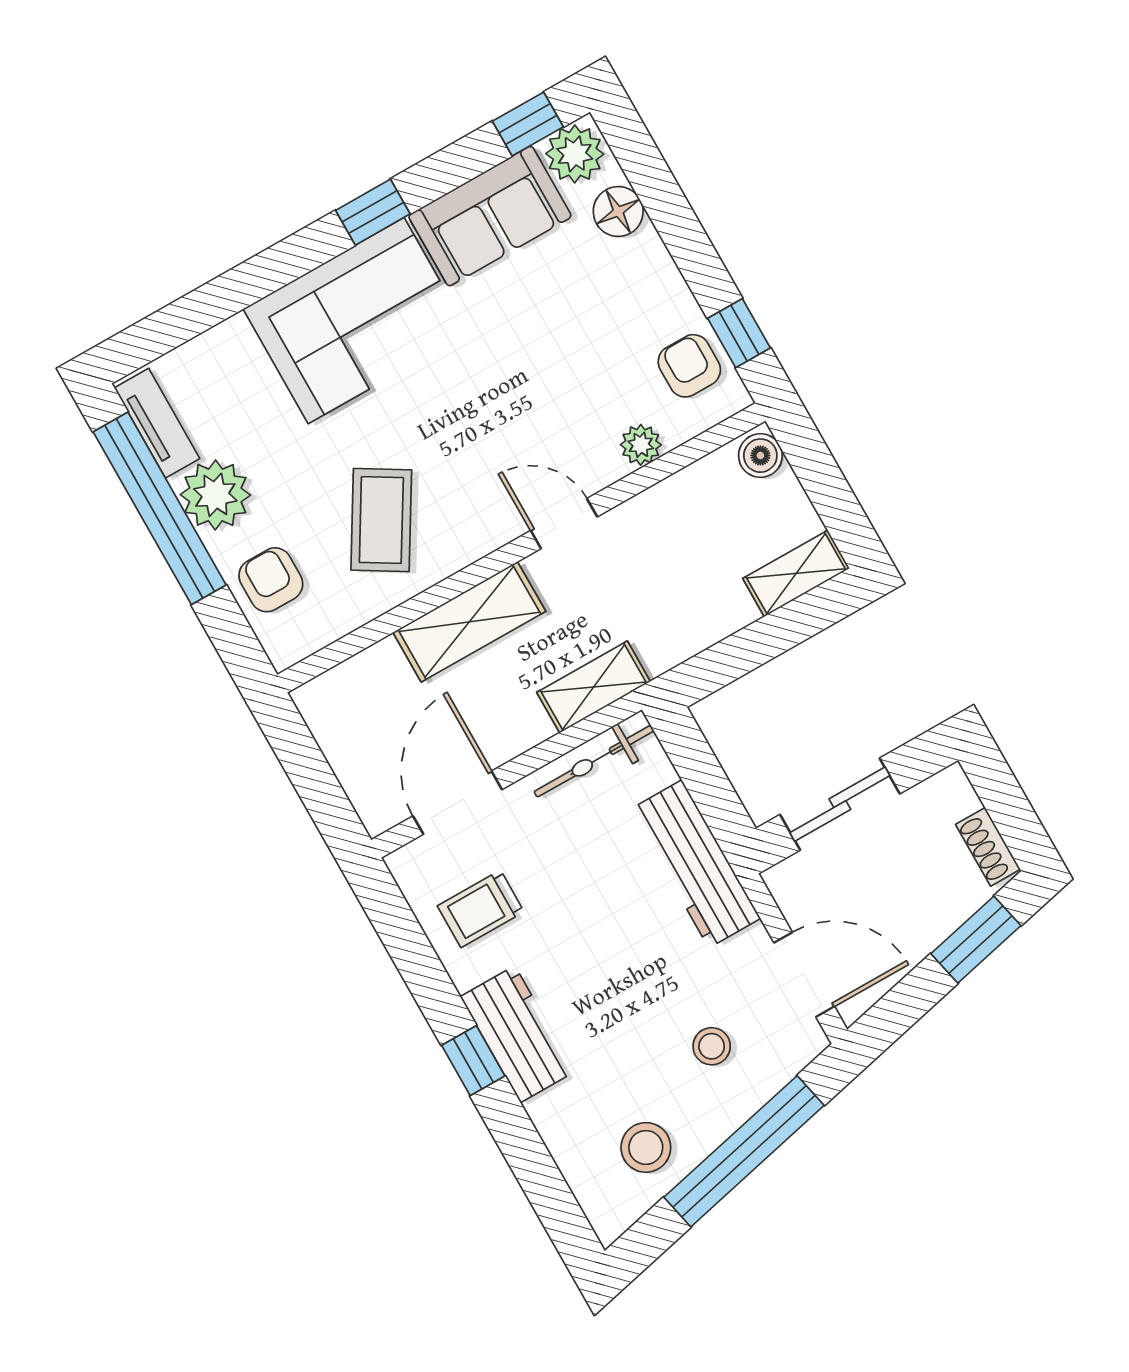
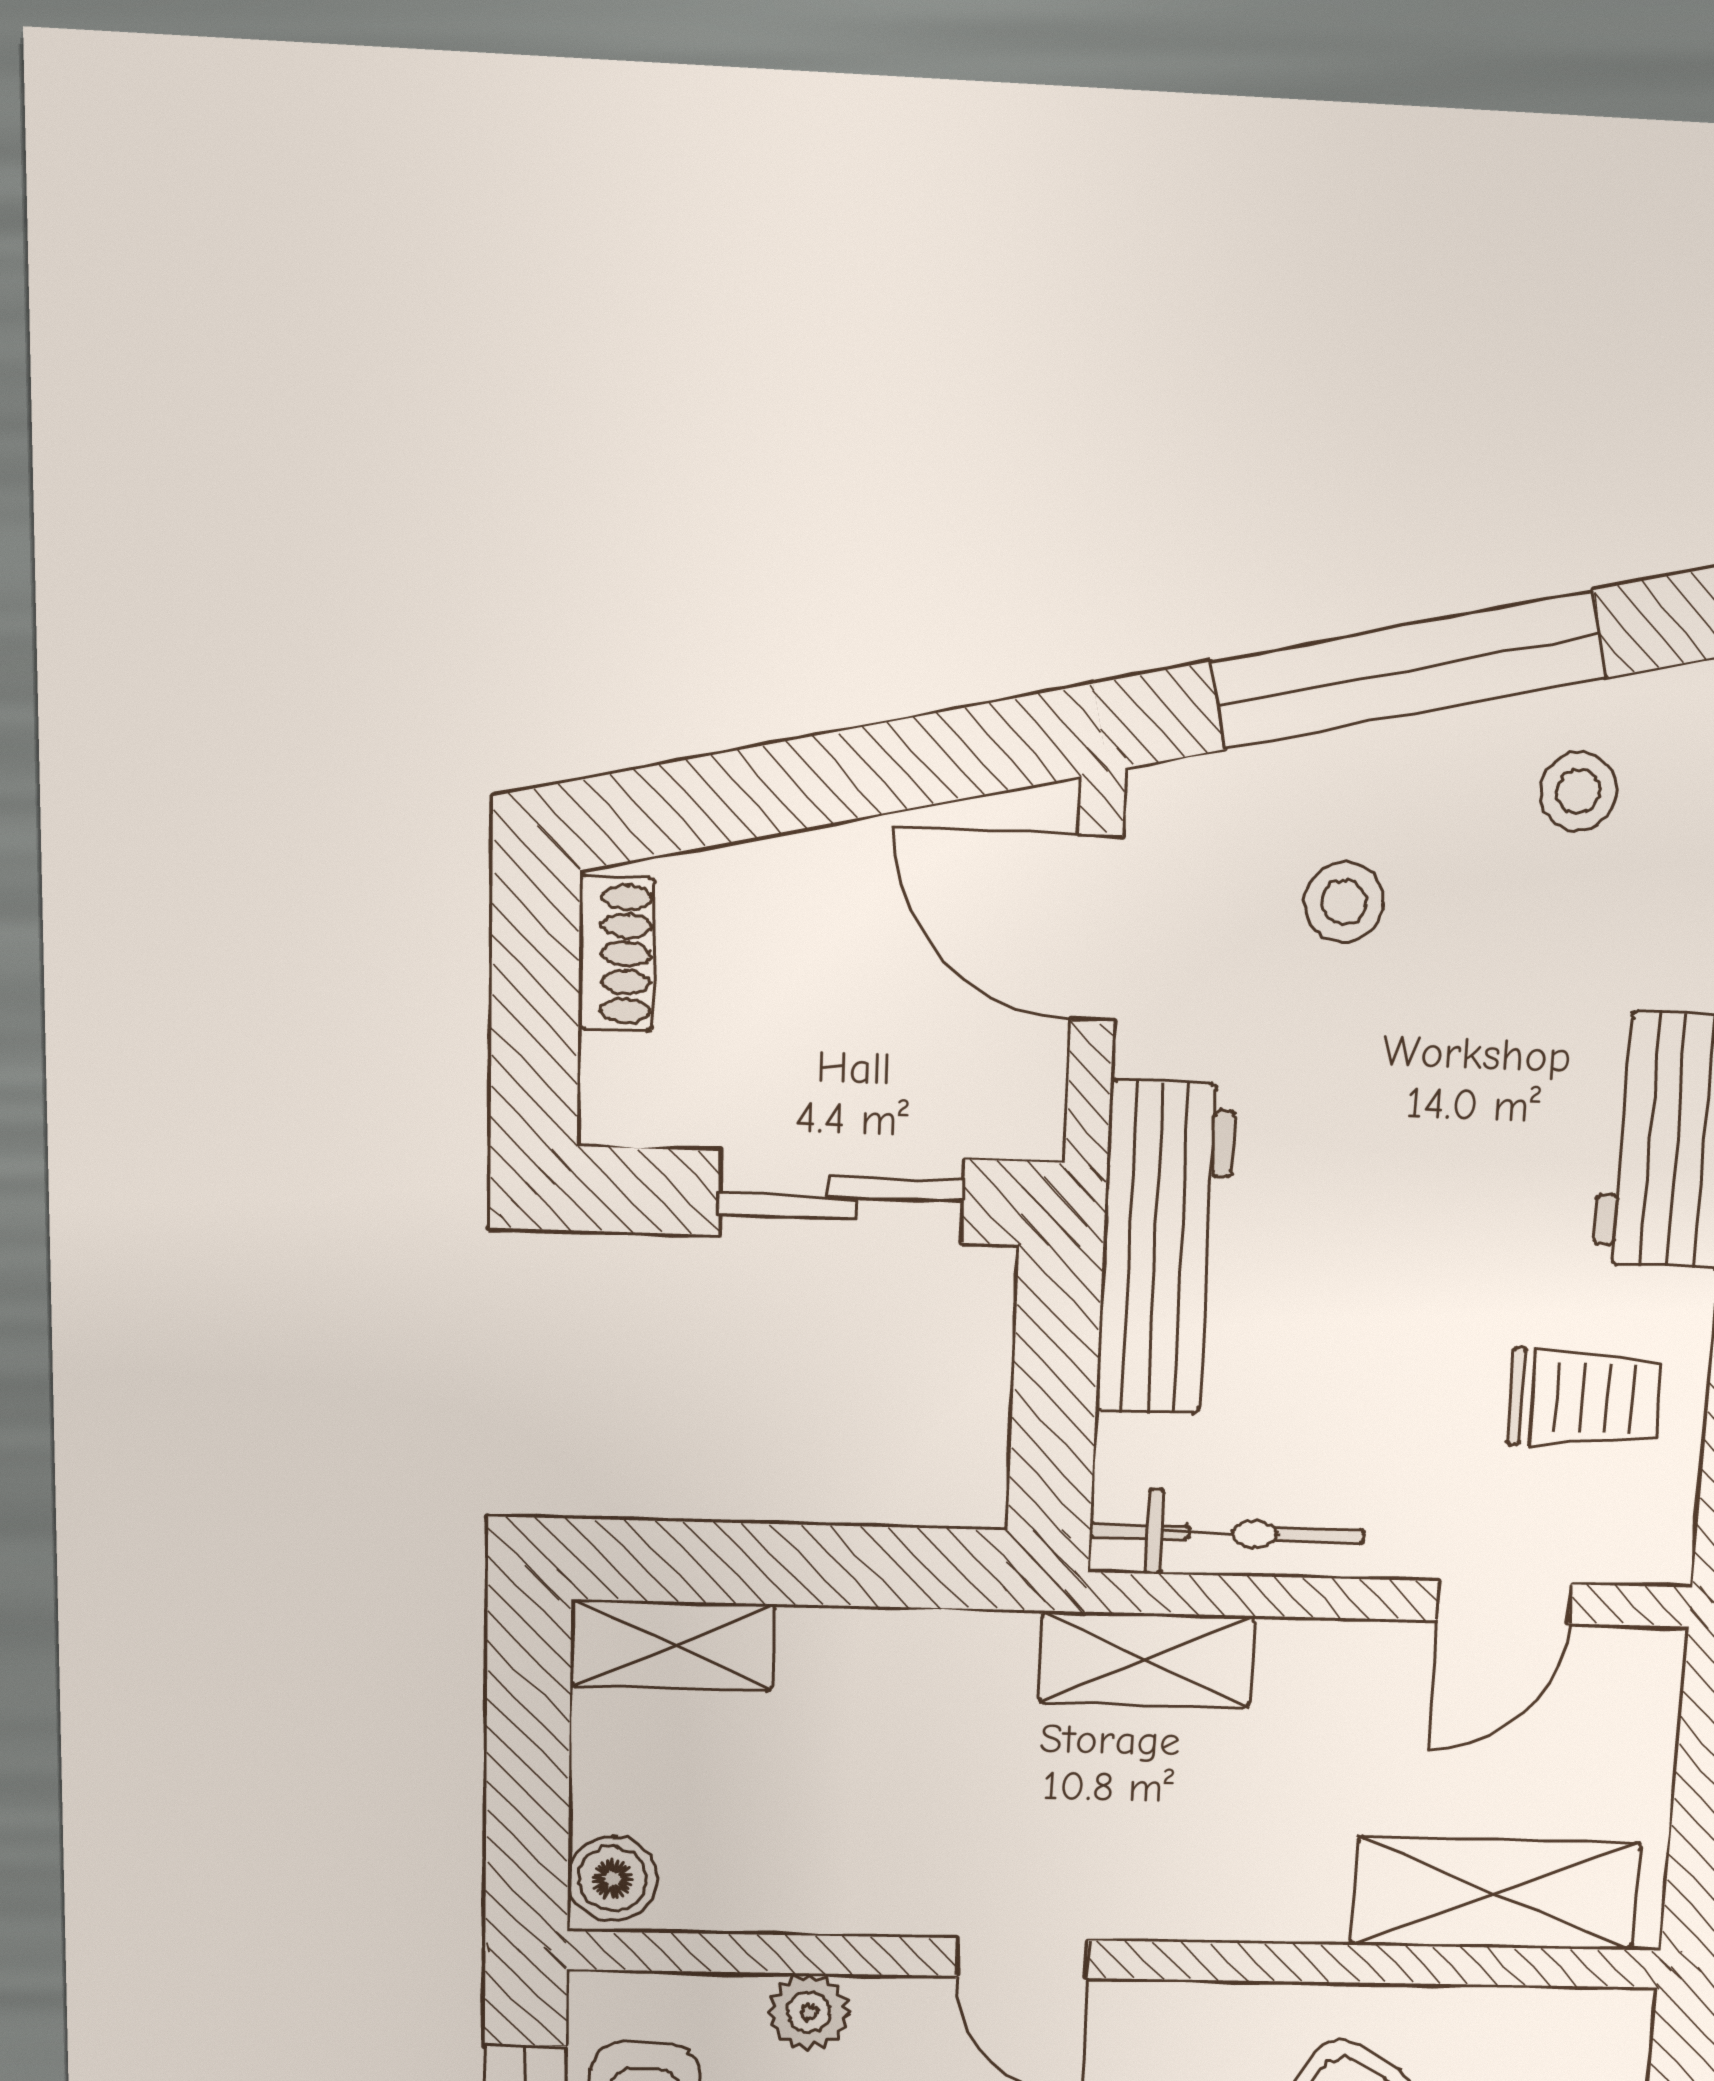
shelving: (469, 622) -> (1495, 1894), moved
door: (457, 803) -> (1504, 1602), width x0.73
window: (976, 940) -> (742, 795), removed
stool: (646, 1147) -> (1578, 791), width x0.73, depth x0.73

